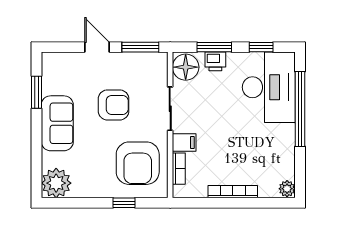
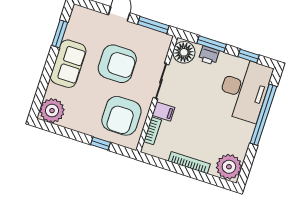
armchair: (114, 105) -> (117, 64), width x1.36, depth x1.36
plant: (287, 189) -> (229, 167), width x1.87, depth x1.87

